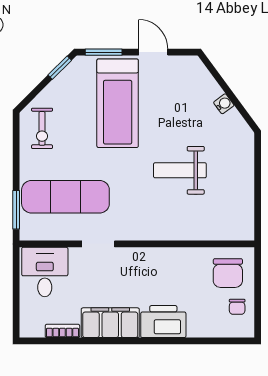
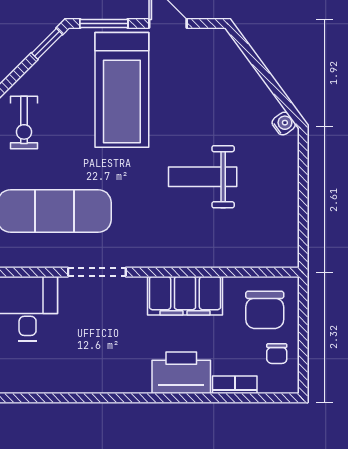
water cooler: (224, 104) -> (284, 124), moved
doorway: (98, 244) -> (97, 272), width x1.38
filing cabinet: (110, 323) -> (185, 296), moved, turned 180
bookcase: (62, 331) -> (235, 385), moved

